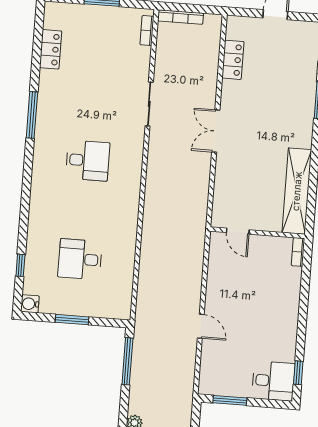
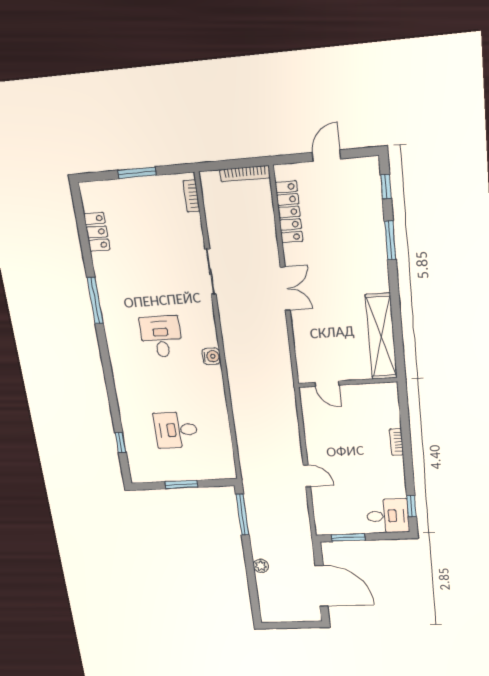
bookcase: (180, 17) -> (245, 174), moved
locker: (233, 60) -> (289, 212), width x1.53
double door: (216, 131) -> (285, 289), swing flipped
desk: (88, 161) -> (161, 337), turned -90
bookcase: (298, 252) -> (397, 442), moved
water cooler: (30, 304) -> (211, 356), moved, turned 180

